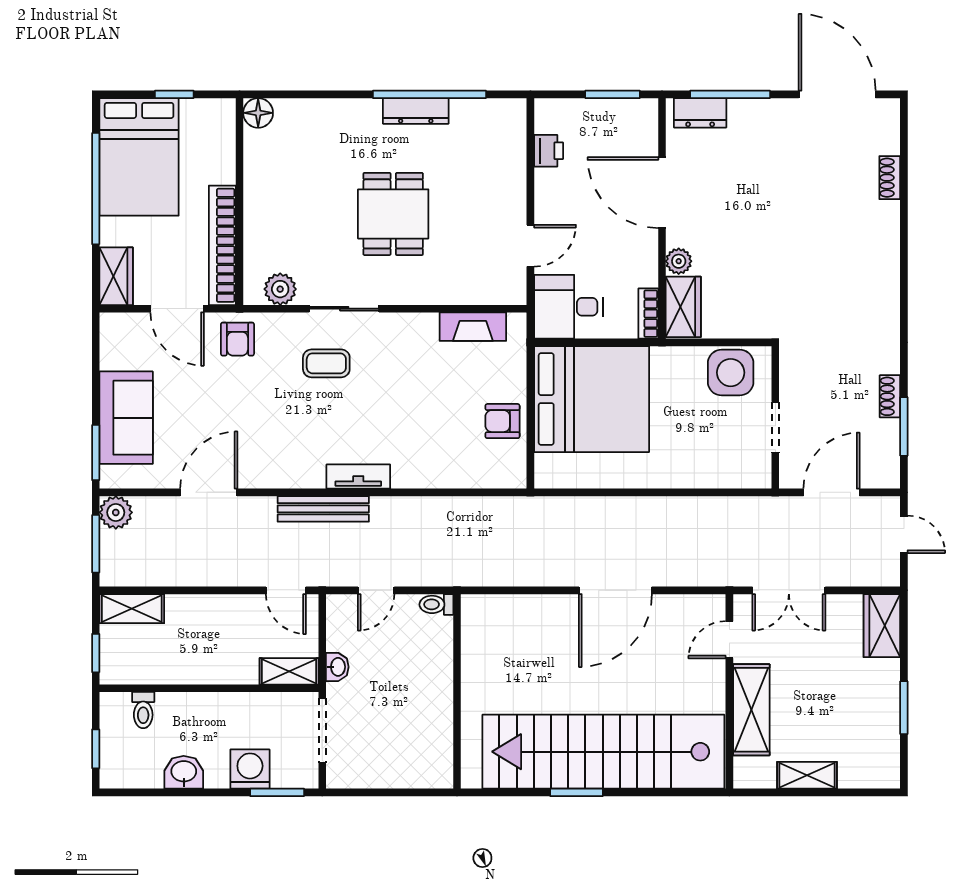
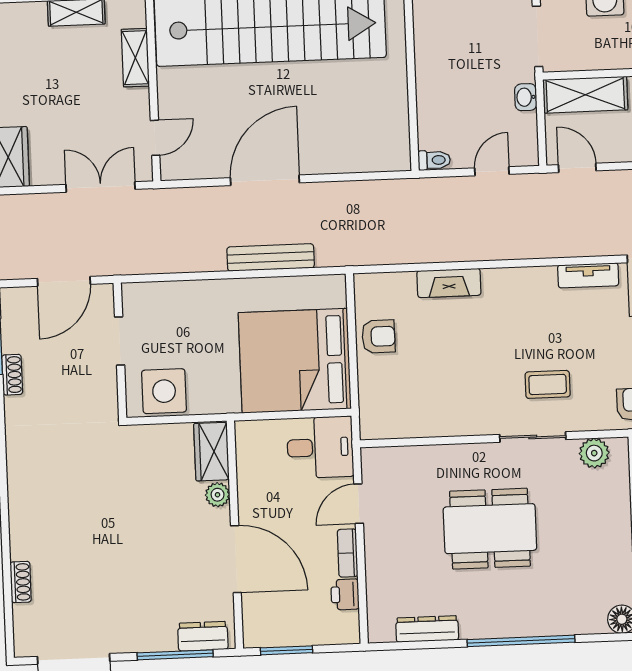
window: (429, 94) -> (521, 641), moved
dresser: (416, 111) -> (427, 629), moved
dining table: (393, 214) -> (490, 529), width x1.38
bookcase: (648, 314) -> (348, 553), moved, turned 180
fireplace: (473, 327) -> (449, 283), moved, turned 180
tv unit: (358, 477) -> (588, 275), moved
bench: (323, 509) -> (271, 257), moved
shelving: (289, 671) -> (585, 95), width x1.50, depth x1.33
shelving: (751, 710) -> (135, 58), width x0.67, depth x0.75

